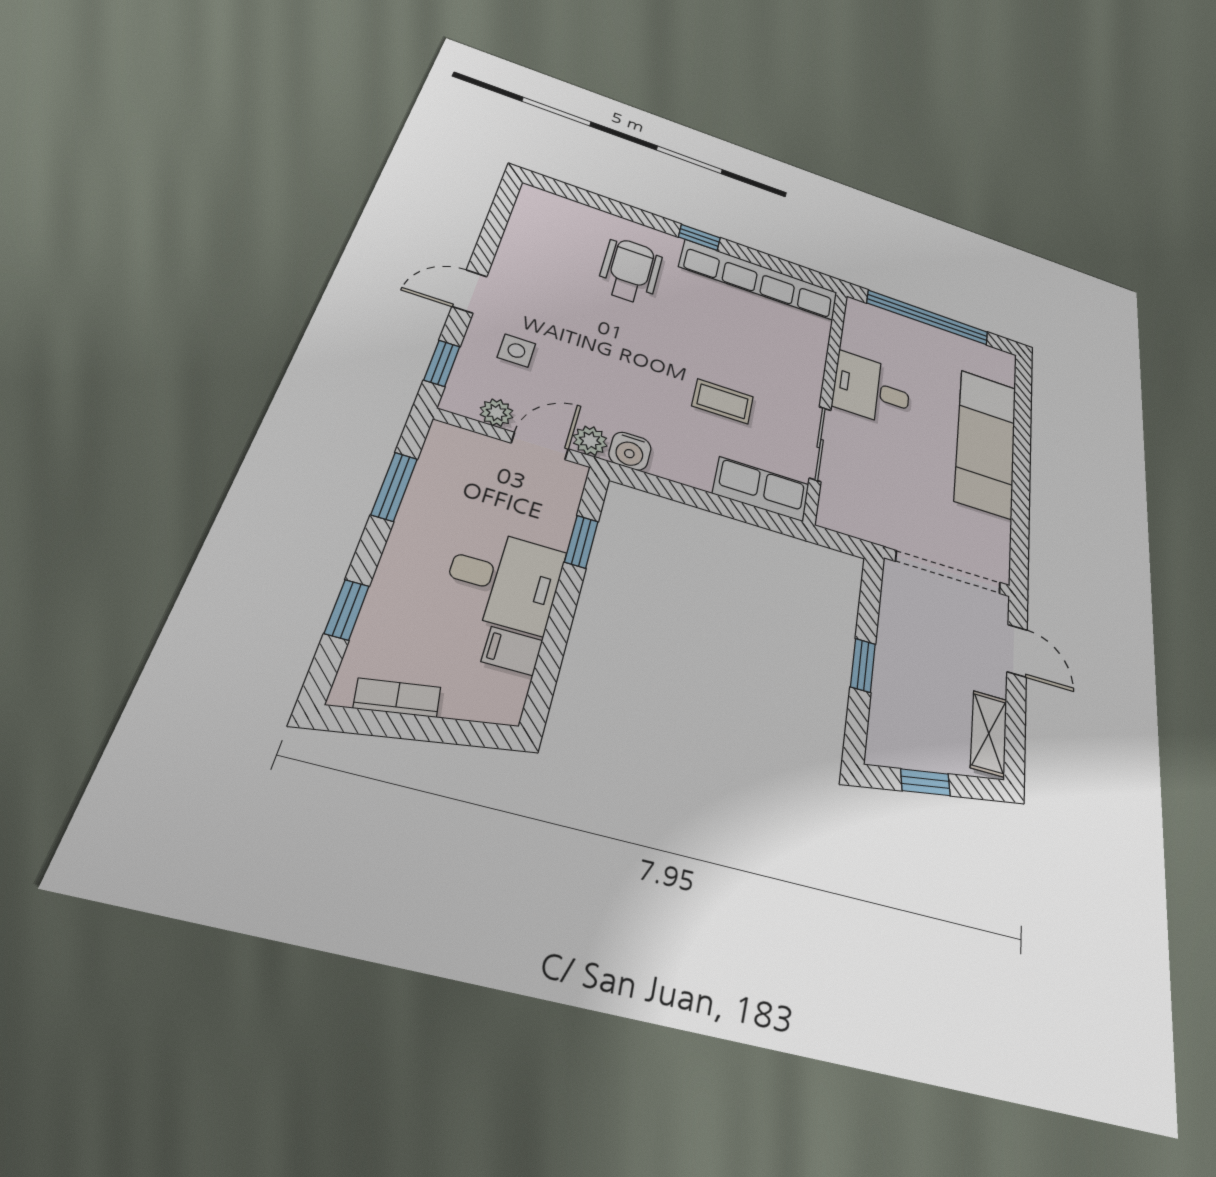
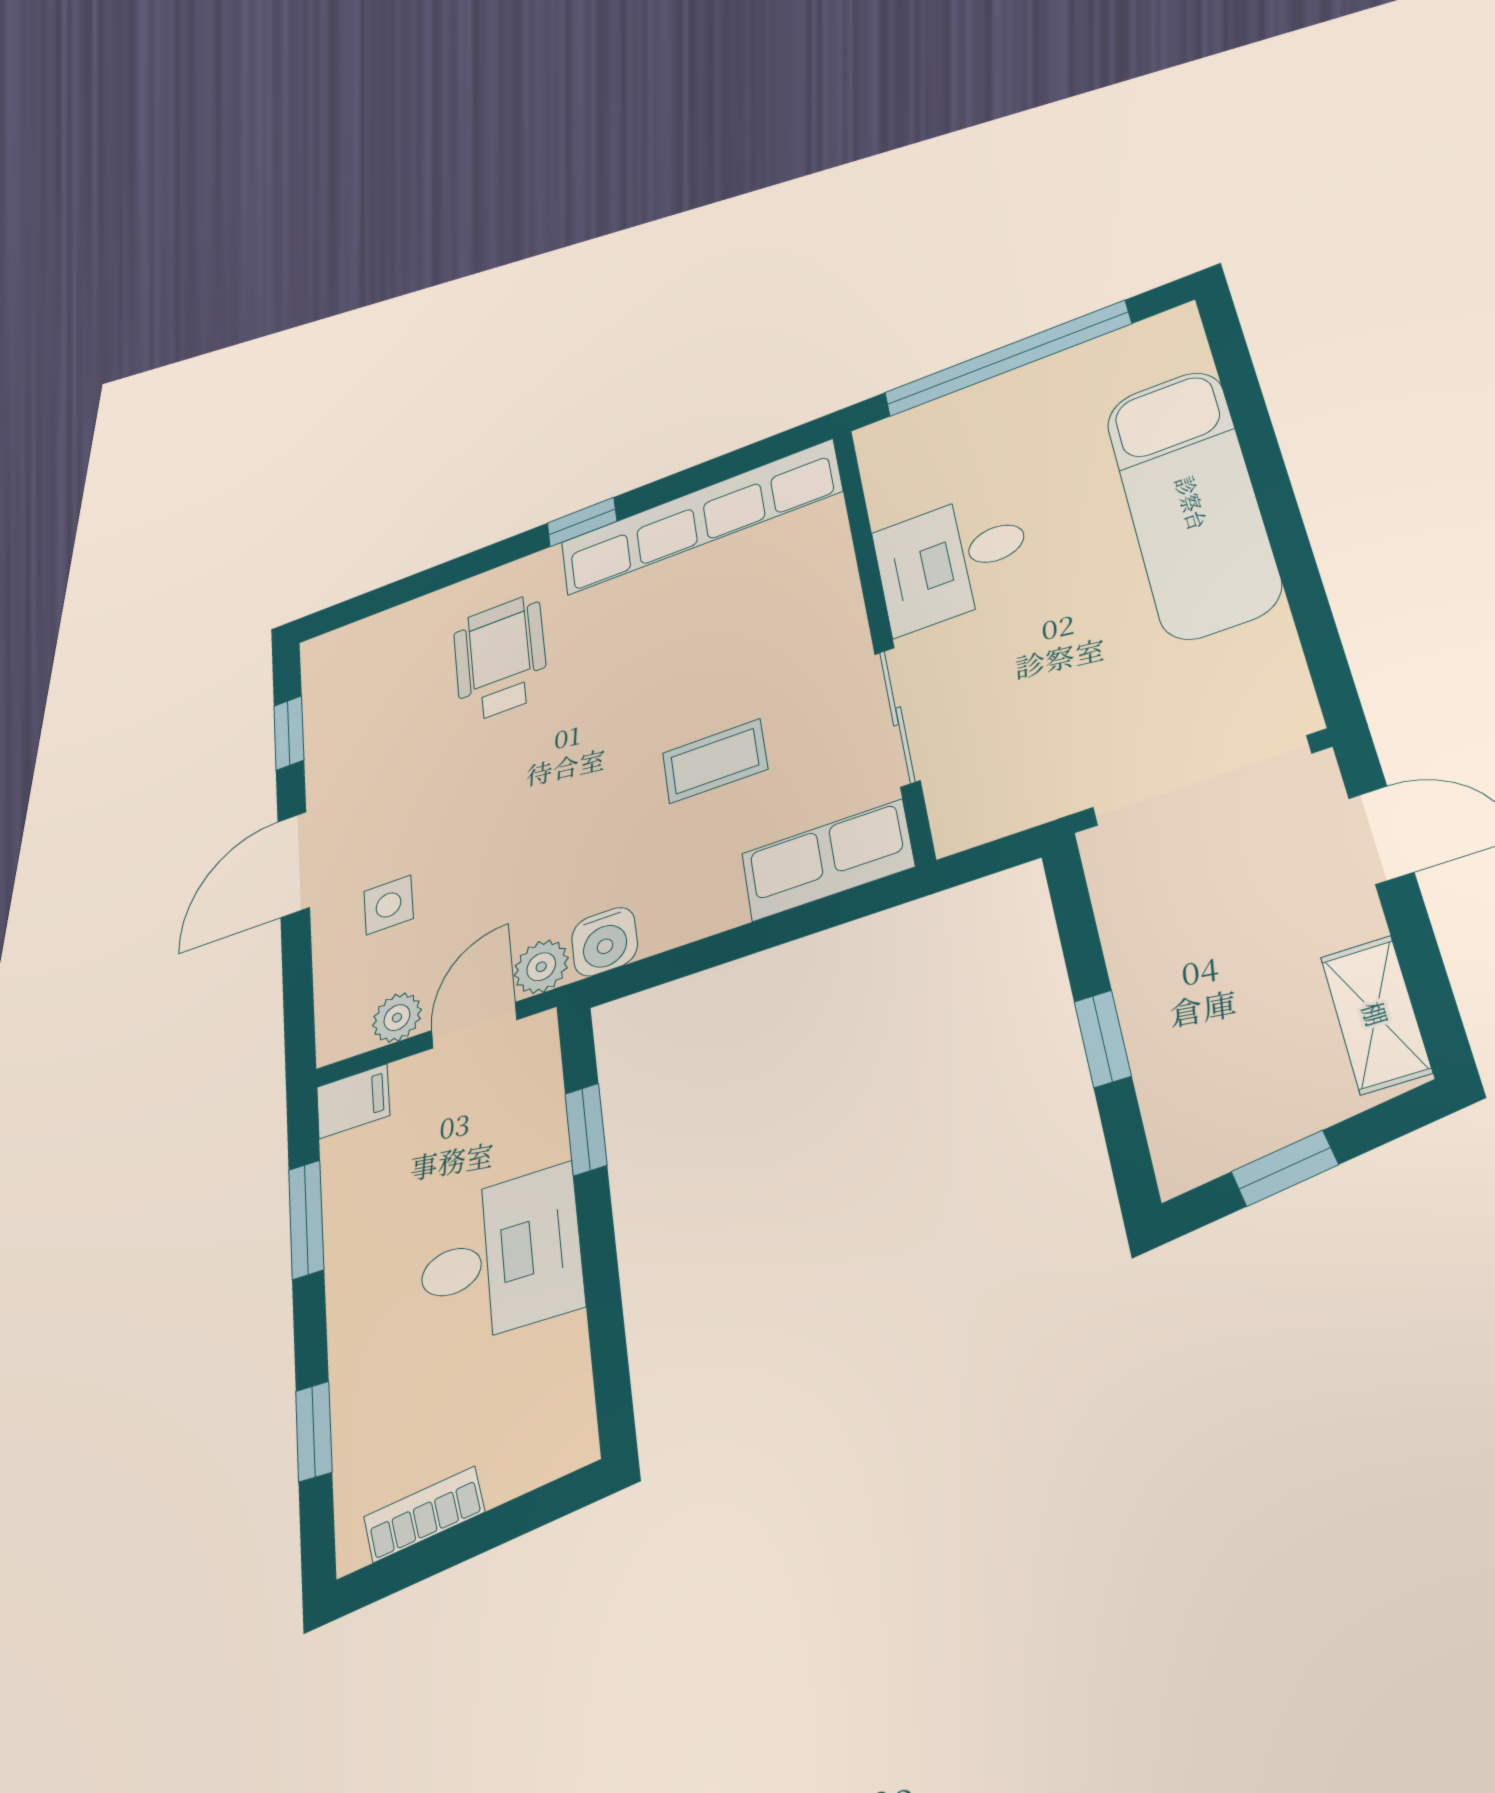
door: (470, 291) -> (294, 864), width x1.38
window: (442, 363) -> (289, 733), moved
filing cabinet: (512, 651) -> (353, 1101), moved, turned 180

